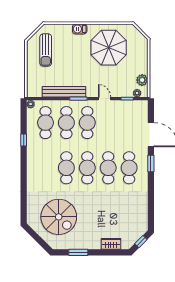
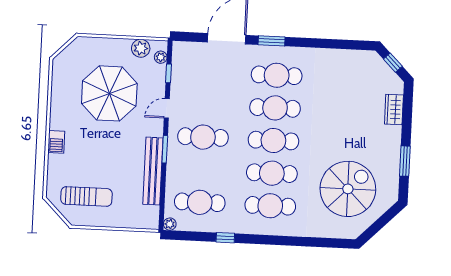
parasol: (109, 48) -> (109, 93), moved
cafe table: (66, 123) -> (270, 206), moved

